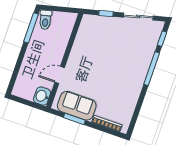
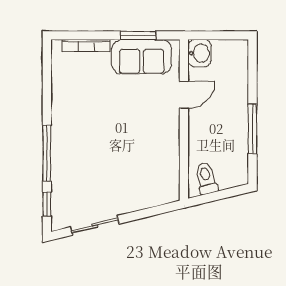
window: (106, 13) -> (146, 213), removed
toilet: (45, 20) -> (206, 178), moved
window: (31, 28) -> (253, 129), moved

